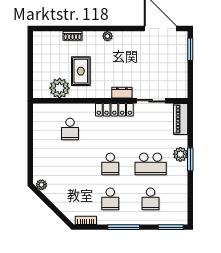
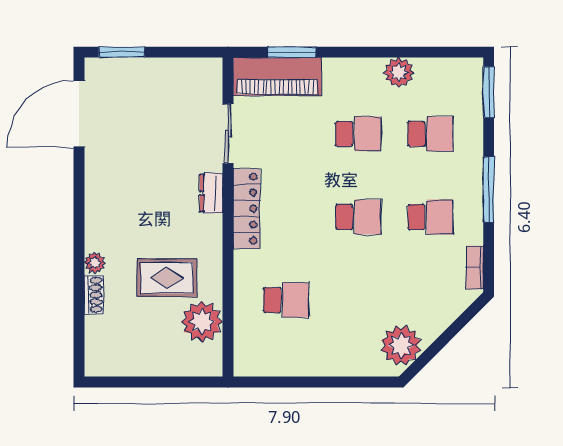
plant: (107, 36) -> (95, 263), moved
piano: (181, 119) -> (277, 77), width x1.37, depth x1.33
plant: (180, 154) -> (399, 72), moved
window: (190, 159) -> (292, 52), moved
school desk: (151, 164) -> (358, 134), width x0.54
plant: (41, 185) -> (401, 345), width x1.87, depth x1.87

